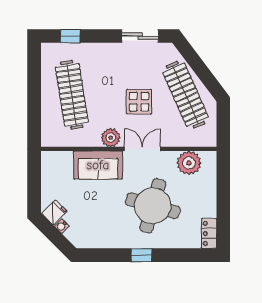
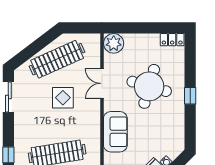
plant: (111, 138) -> (93, 121), removed
double door: (142, 149) -> (102, 83), moved
plant: (189, 163) -> (114, 43), moved

